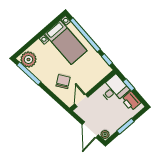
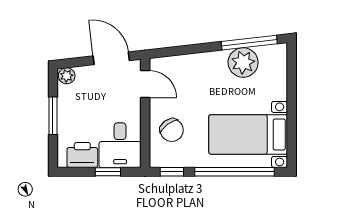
plant: (28, 60) -> (243, 62), moved
chair: (63, 82) -> (172, 130), moved
door: (90, 130) -> (111, 58), moved

